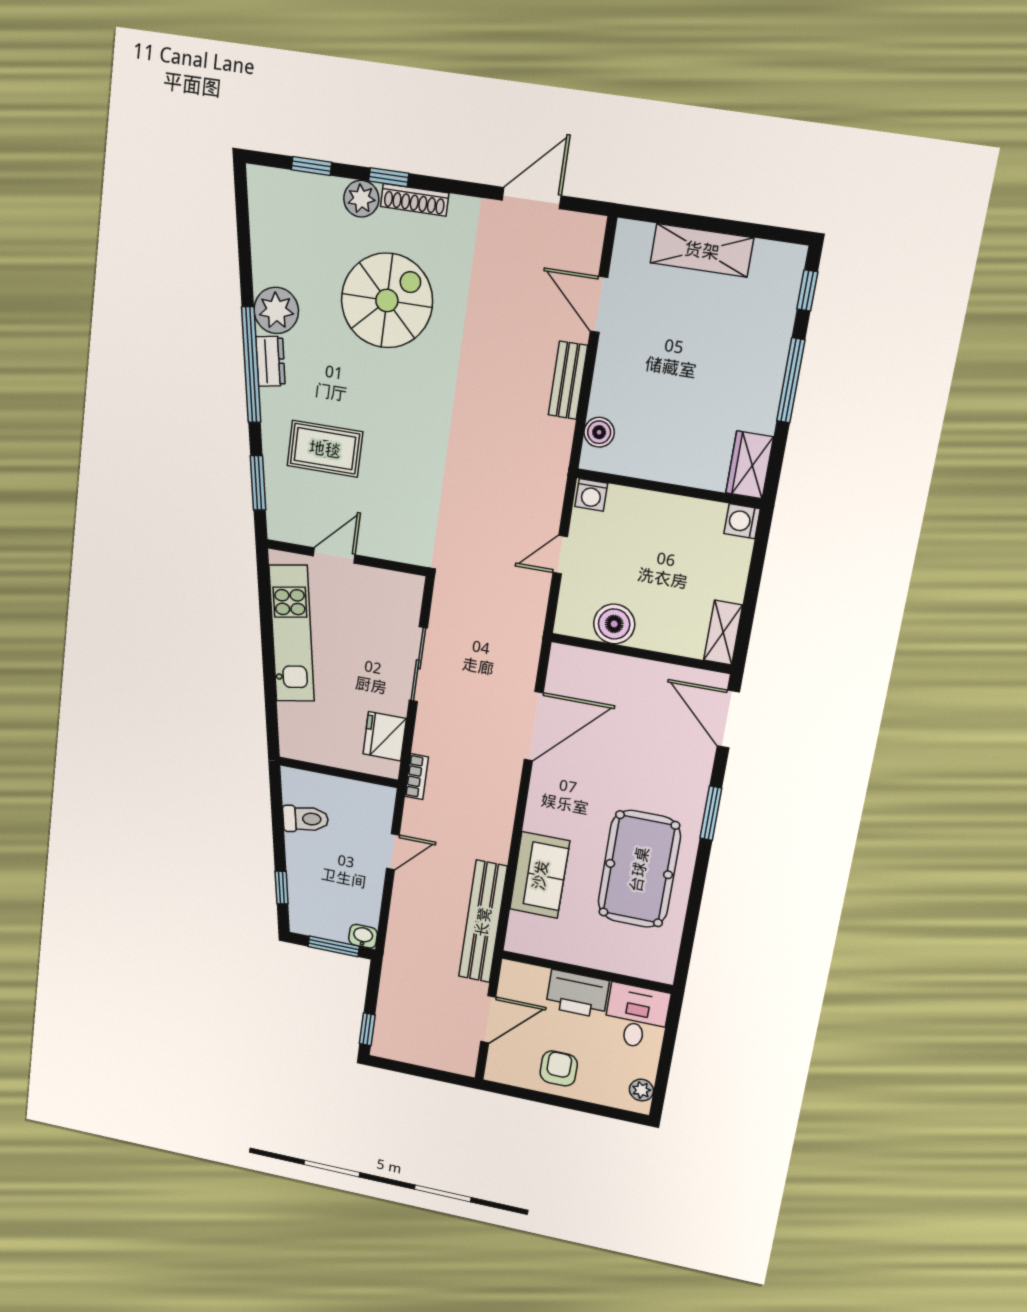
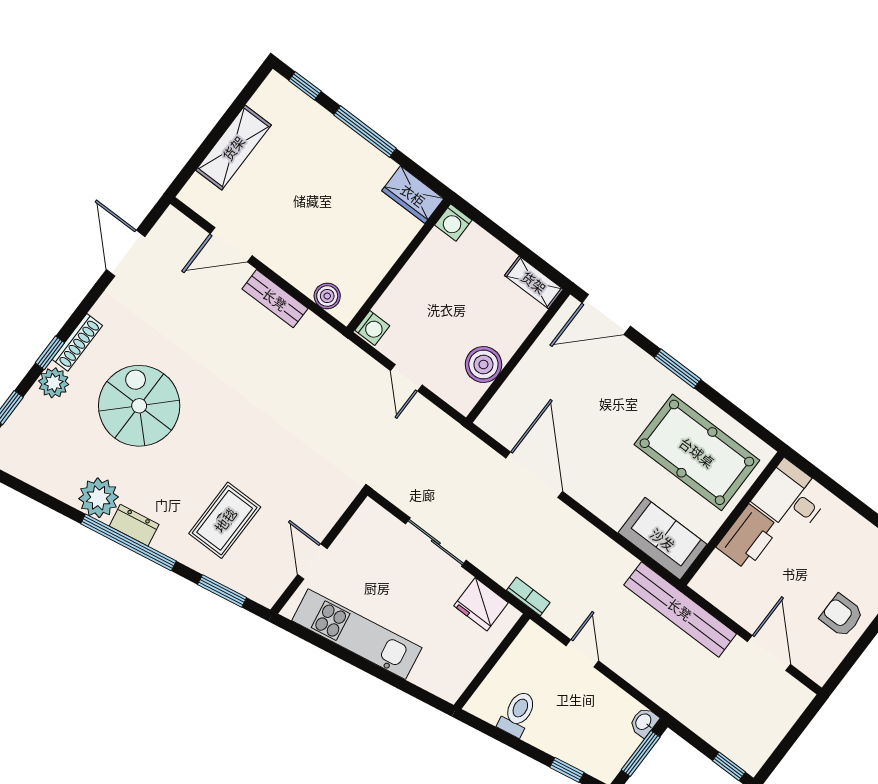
wall: (587, 972) -> (732, 518), moved
printer: (577, 994) -> (748, 537), moved
desk: (636, 1017) -> (791, 497), moved

